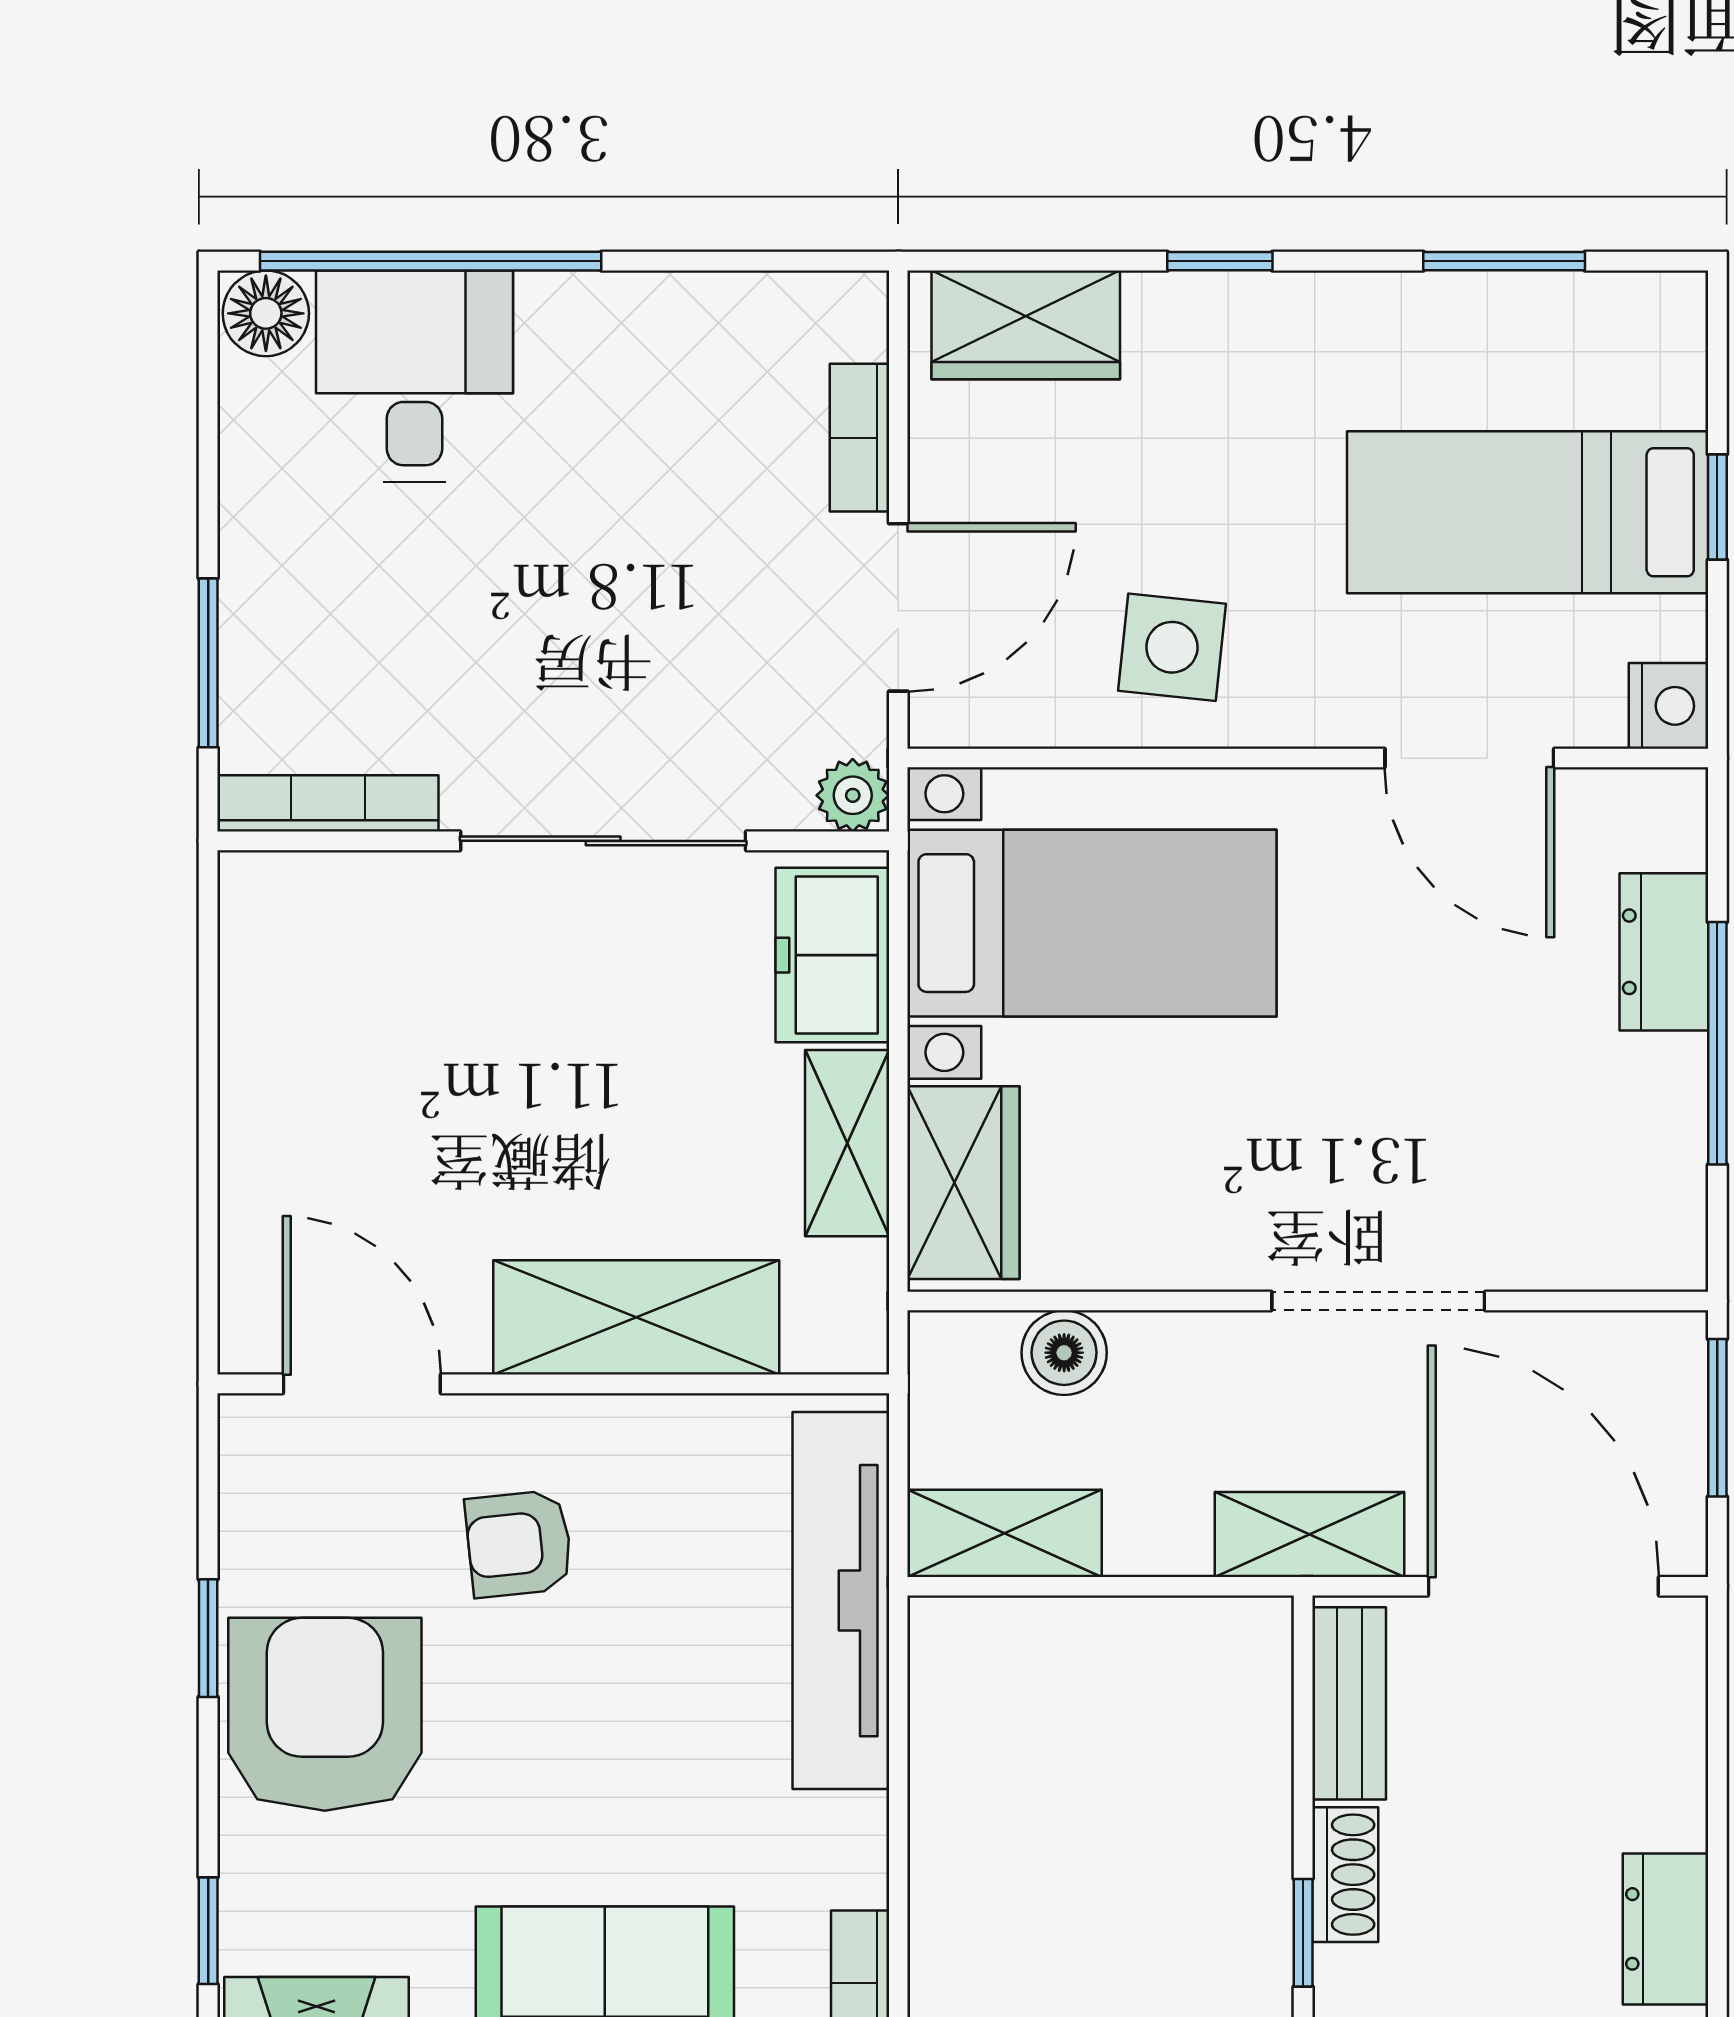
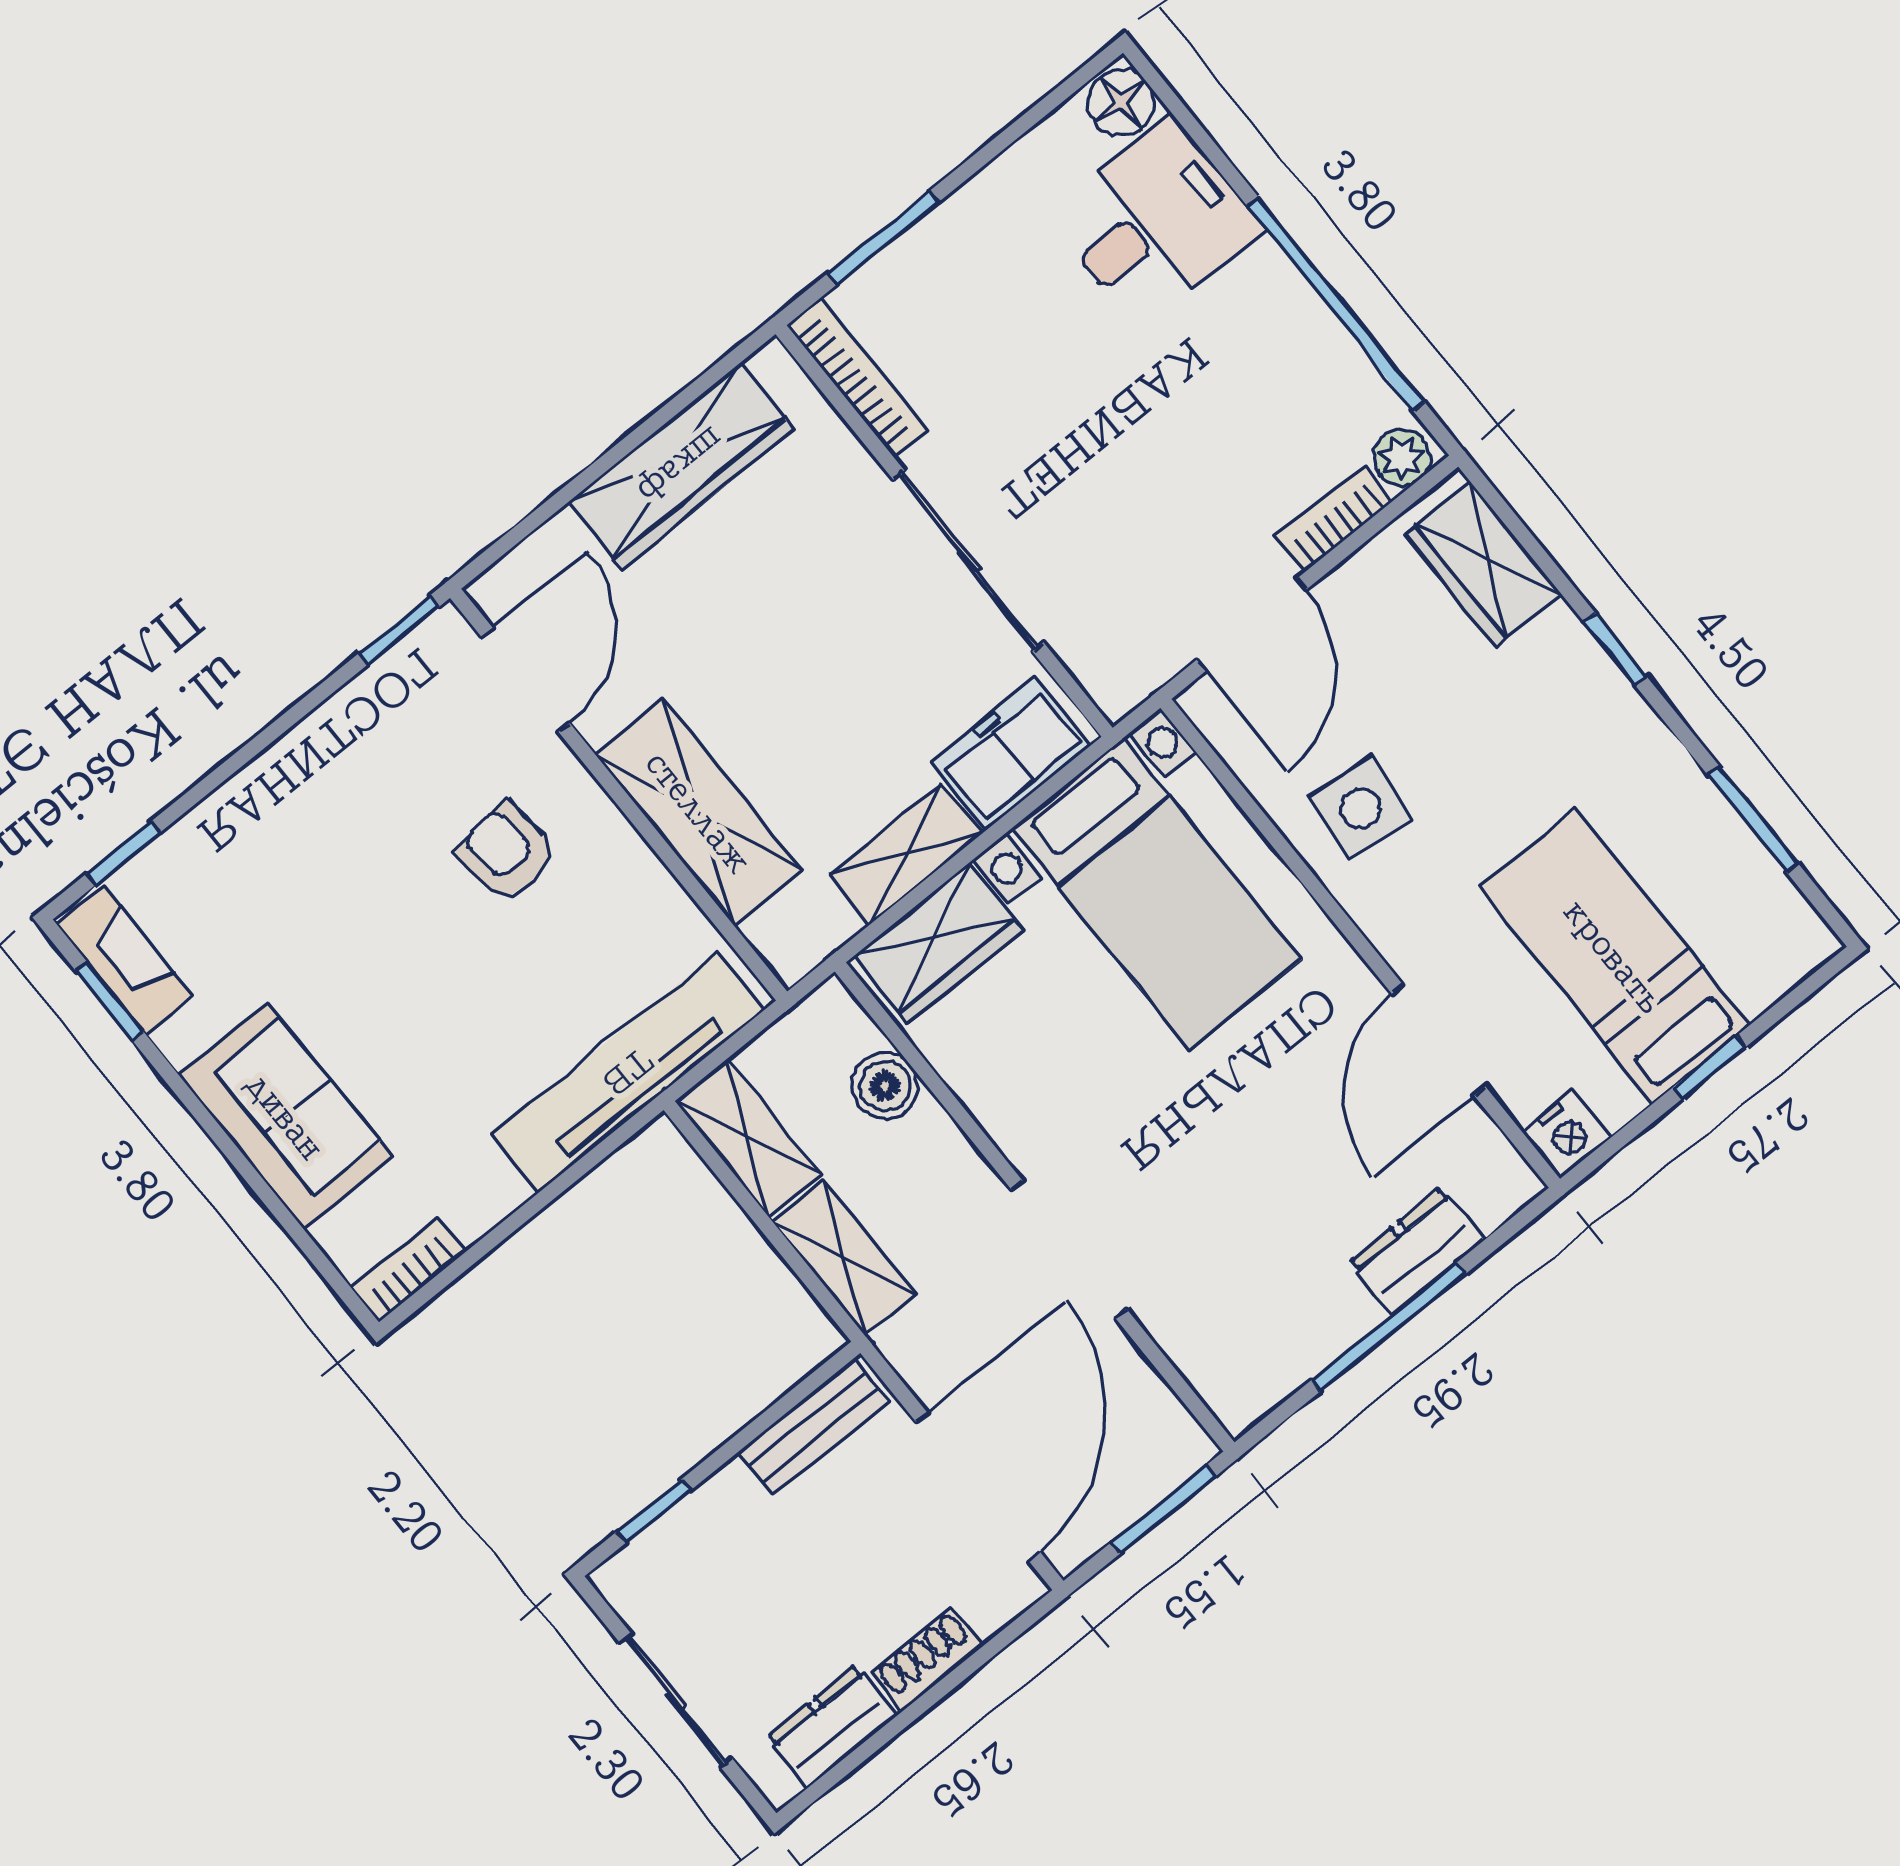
window: (431, 261) -> (1336, 304), moved
door: (898, 607) -> (1252, 625), hinge flipped
plant: (853, 795) -> (1402, 458), moved
wardrobe: (273, 1052) -> (681, 466), added
shelving: (1309, 1534) -> (844, 1258), moved
window: (208, 1638) -> (399, 630), moved
armchair: (325, 1714) -> (310, 818), removed
shoe rack: (1345, 1875) -> (927, 1659), moved, turned 180

